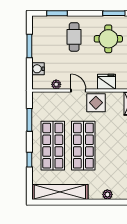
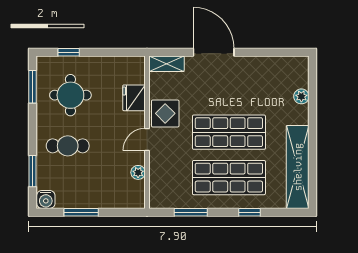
water cooler: (38, 69) -> (46, 199), moved

